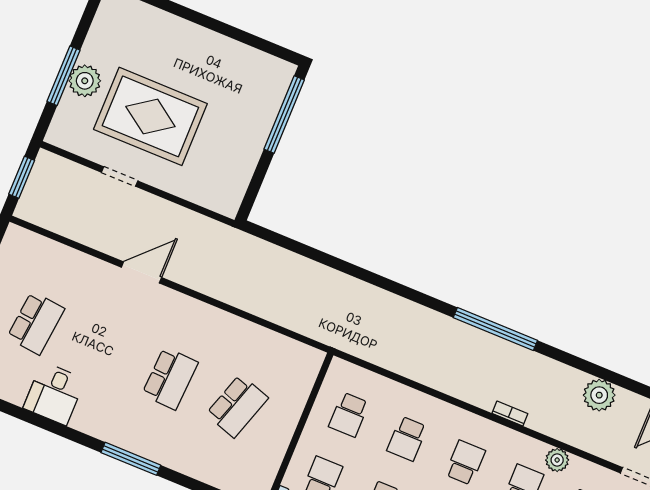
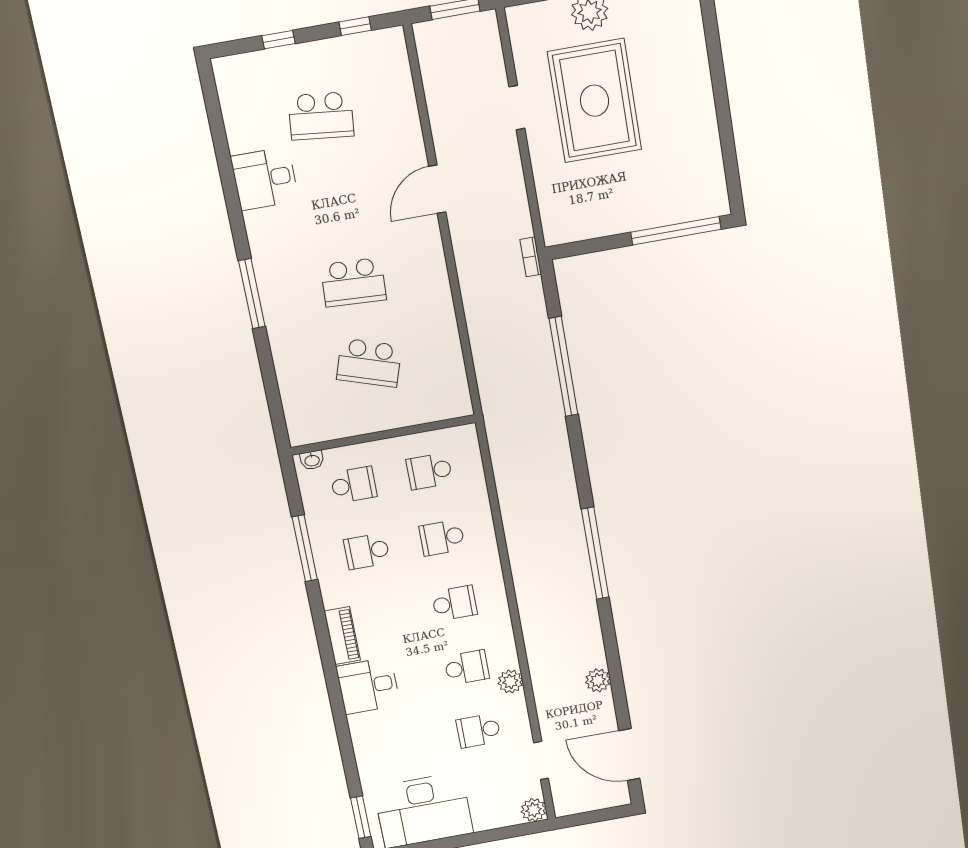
window: (333, 262) -> (563, 367), added
door: (141, 272) -> (437, 189), swing flipped
plant: (599, 395) -> (598, 680), width x0.73, depth x0.73
bookcase: (510, 413) -> (531, 257), moved, turned 180

